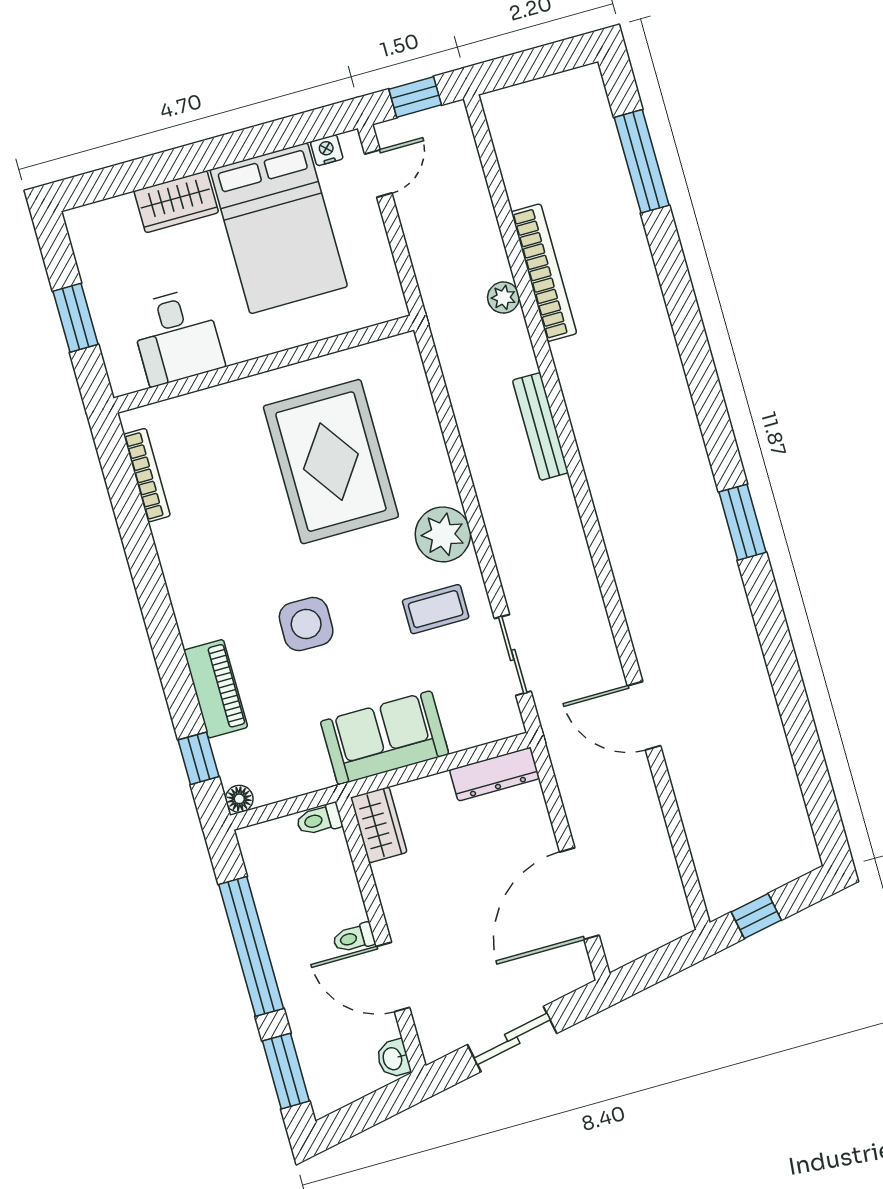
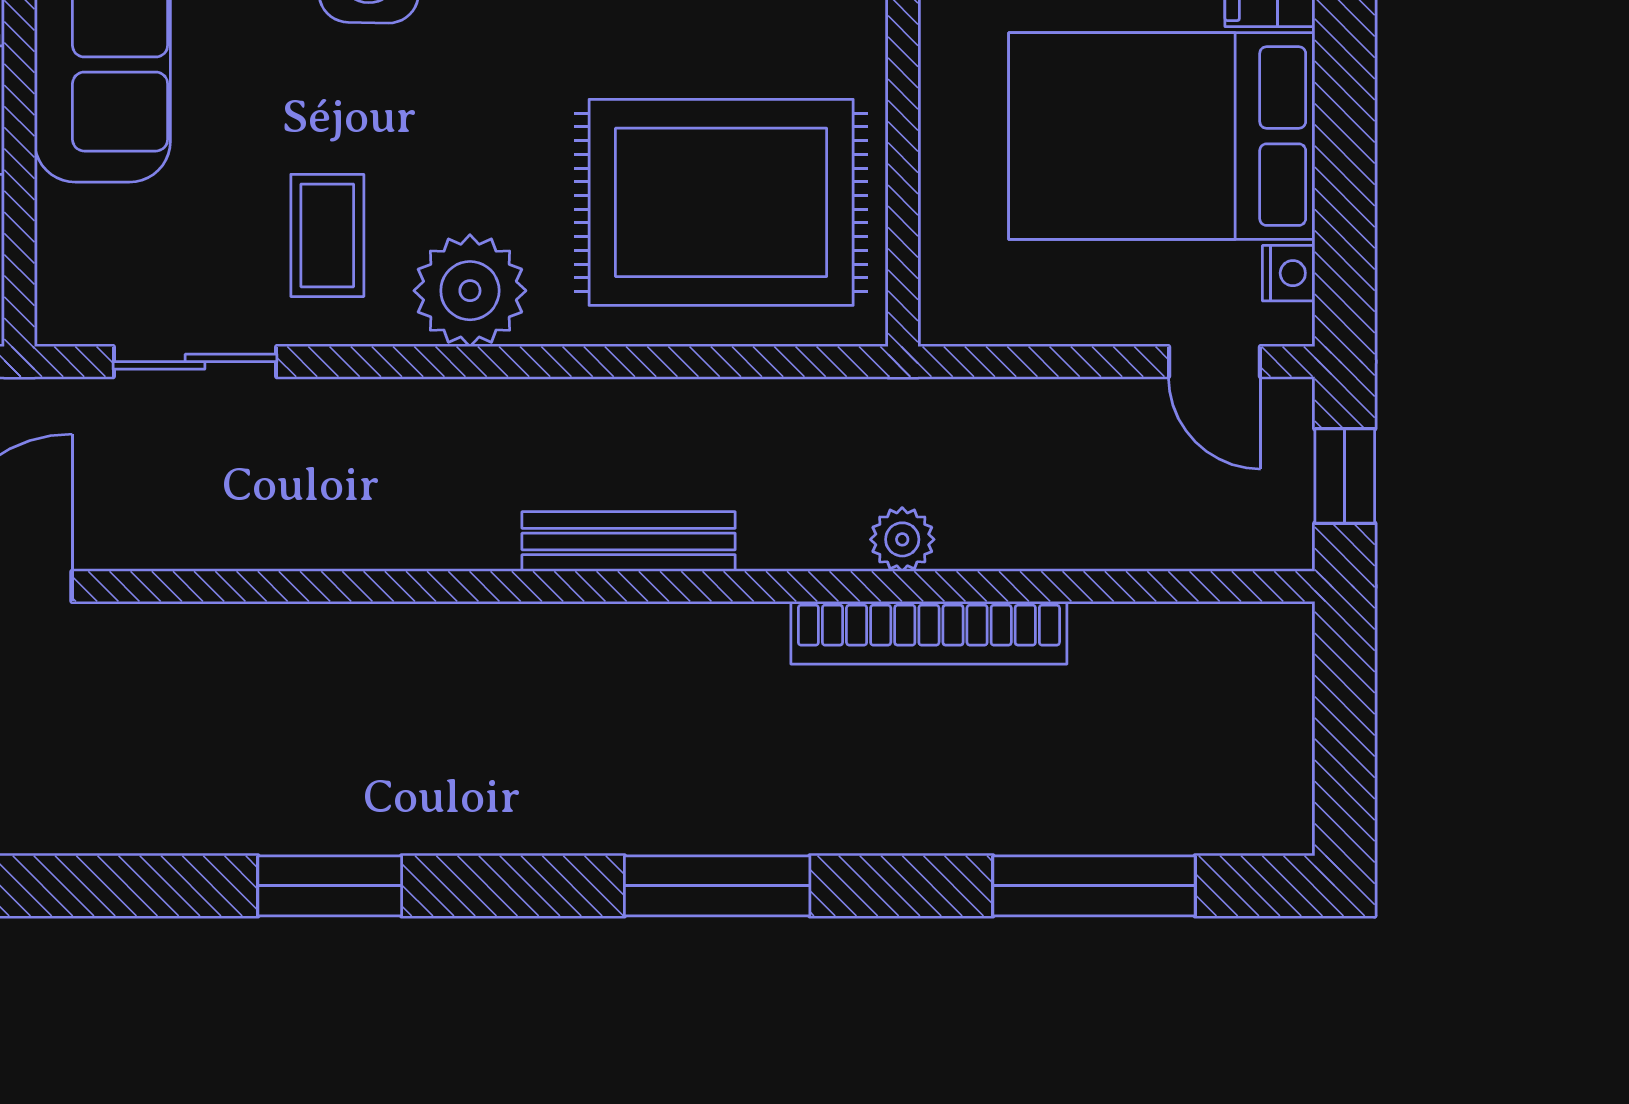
window: (691, 339) -> (717, 886), added
rug: (331, 462) -> (721, 202), moved

